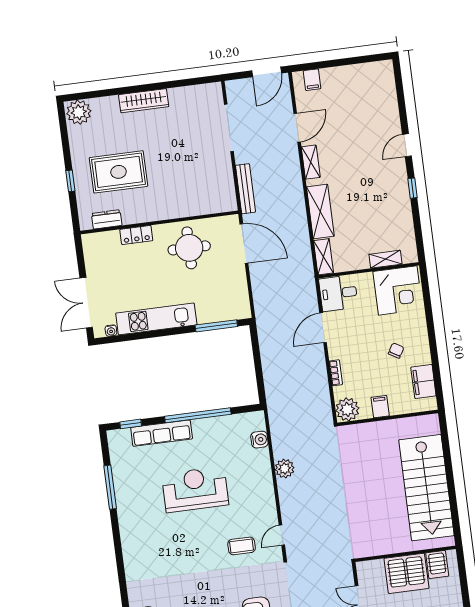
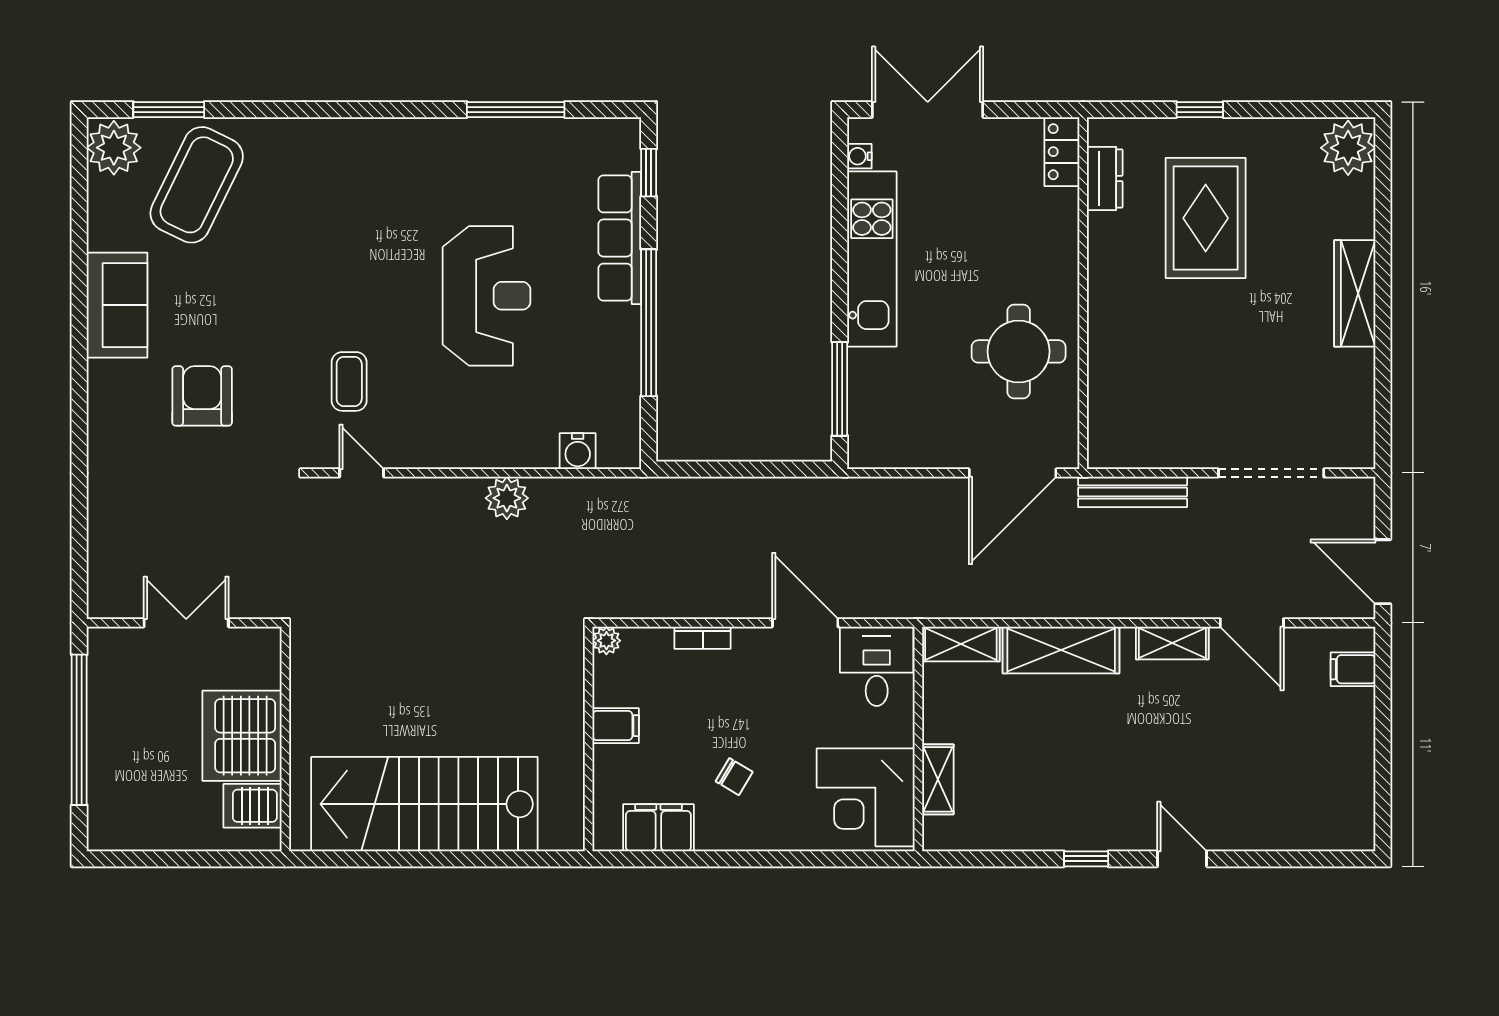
locker: (136, 235) -> (1062, 152), moved
plant: (347, 409) -> (606, 641), width x0.53, depth x0.53

